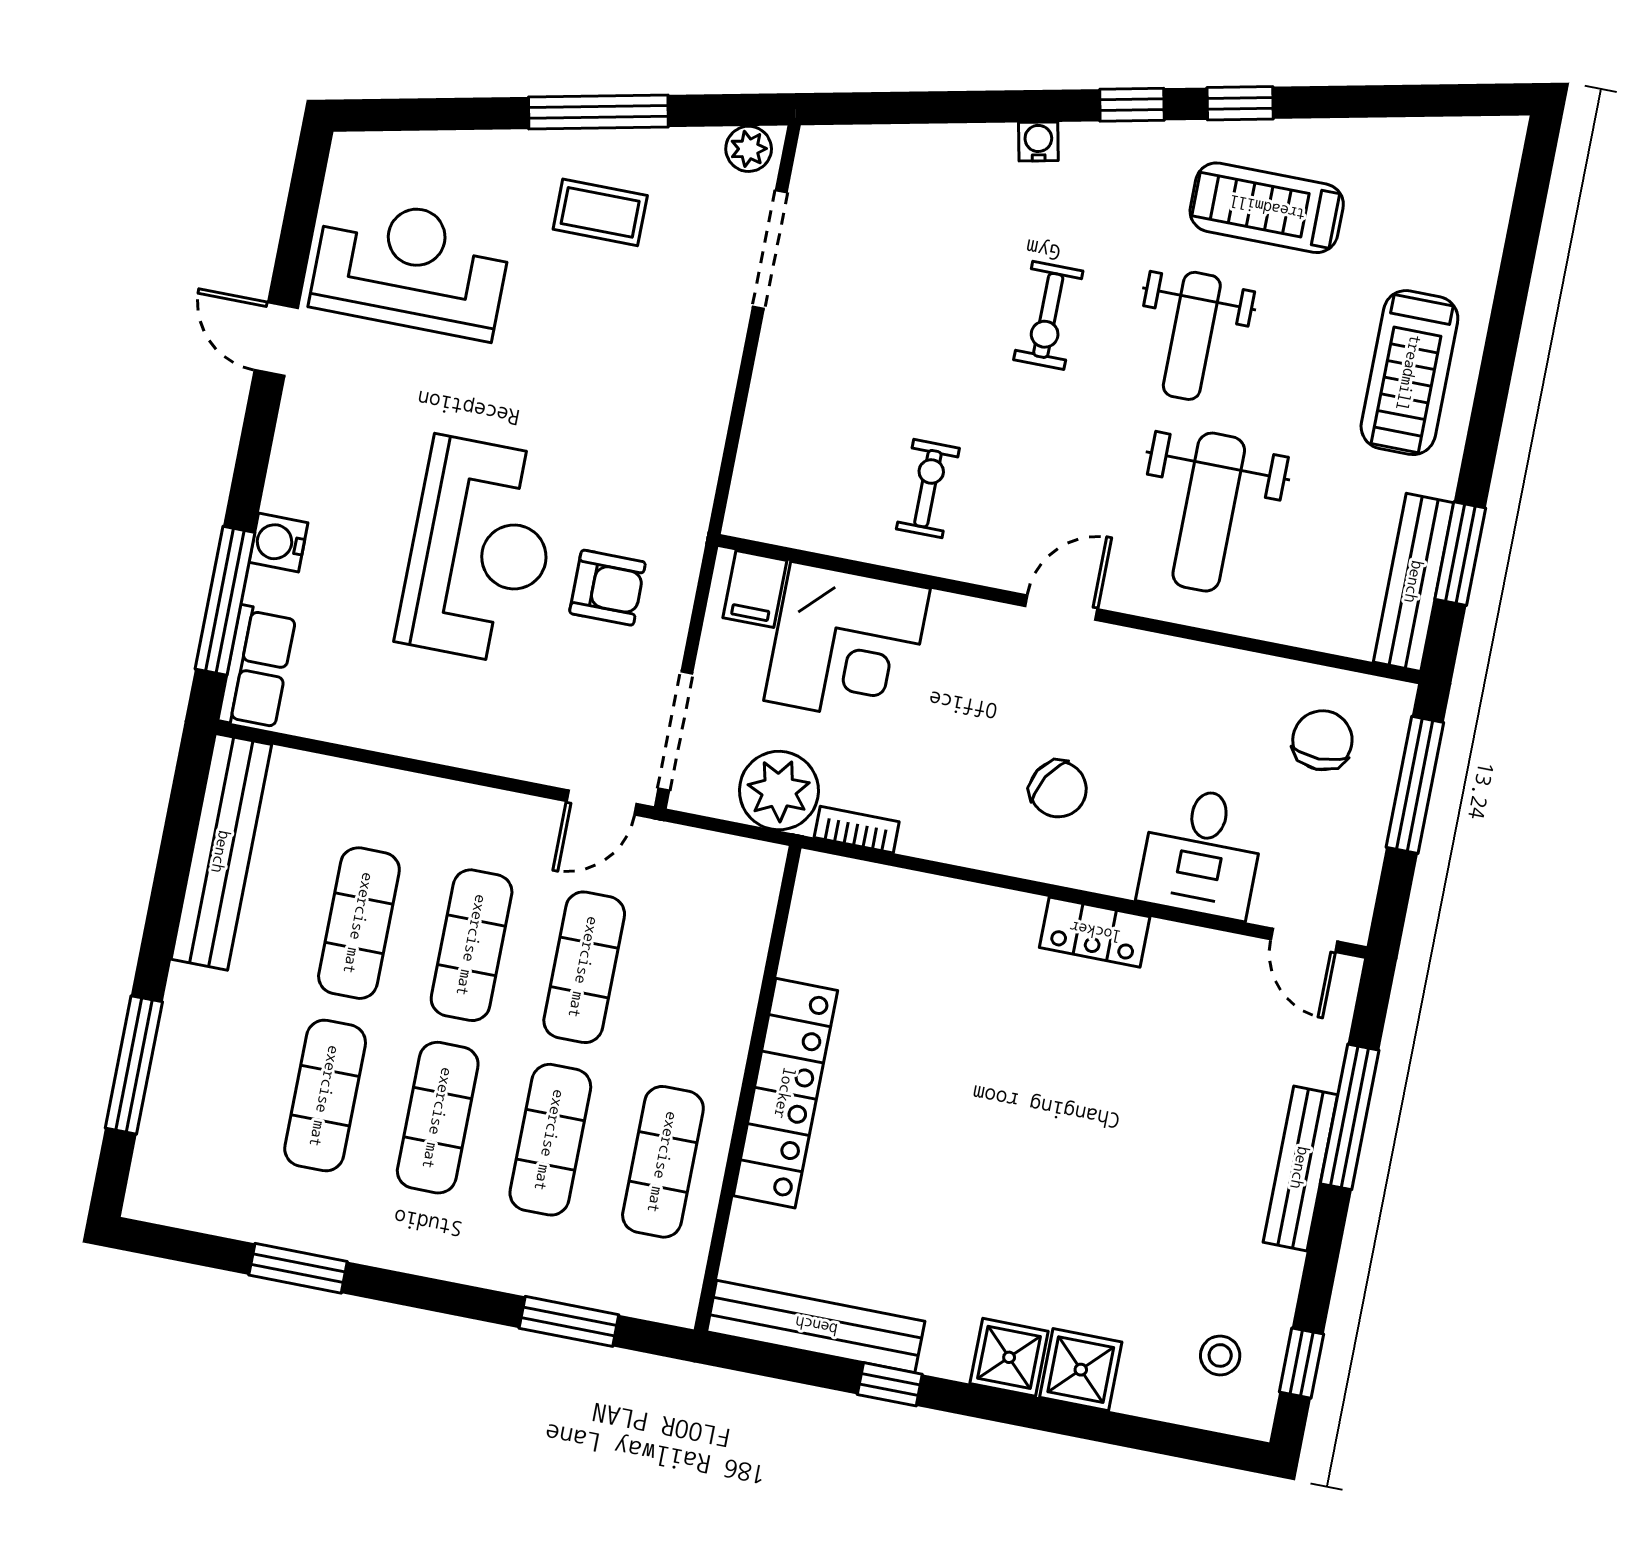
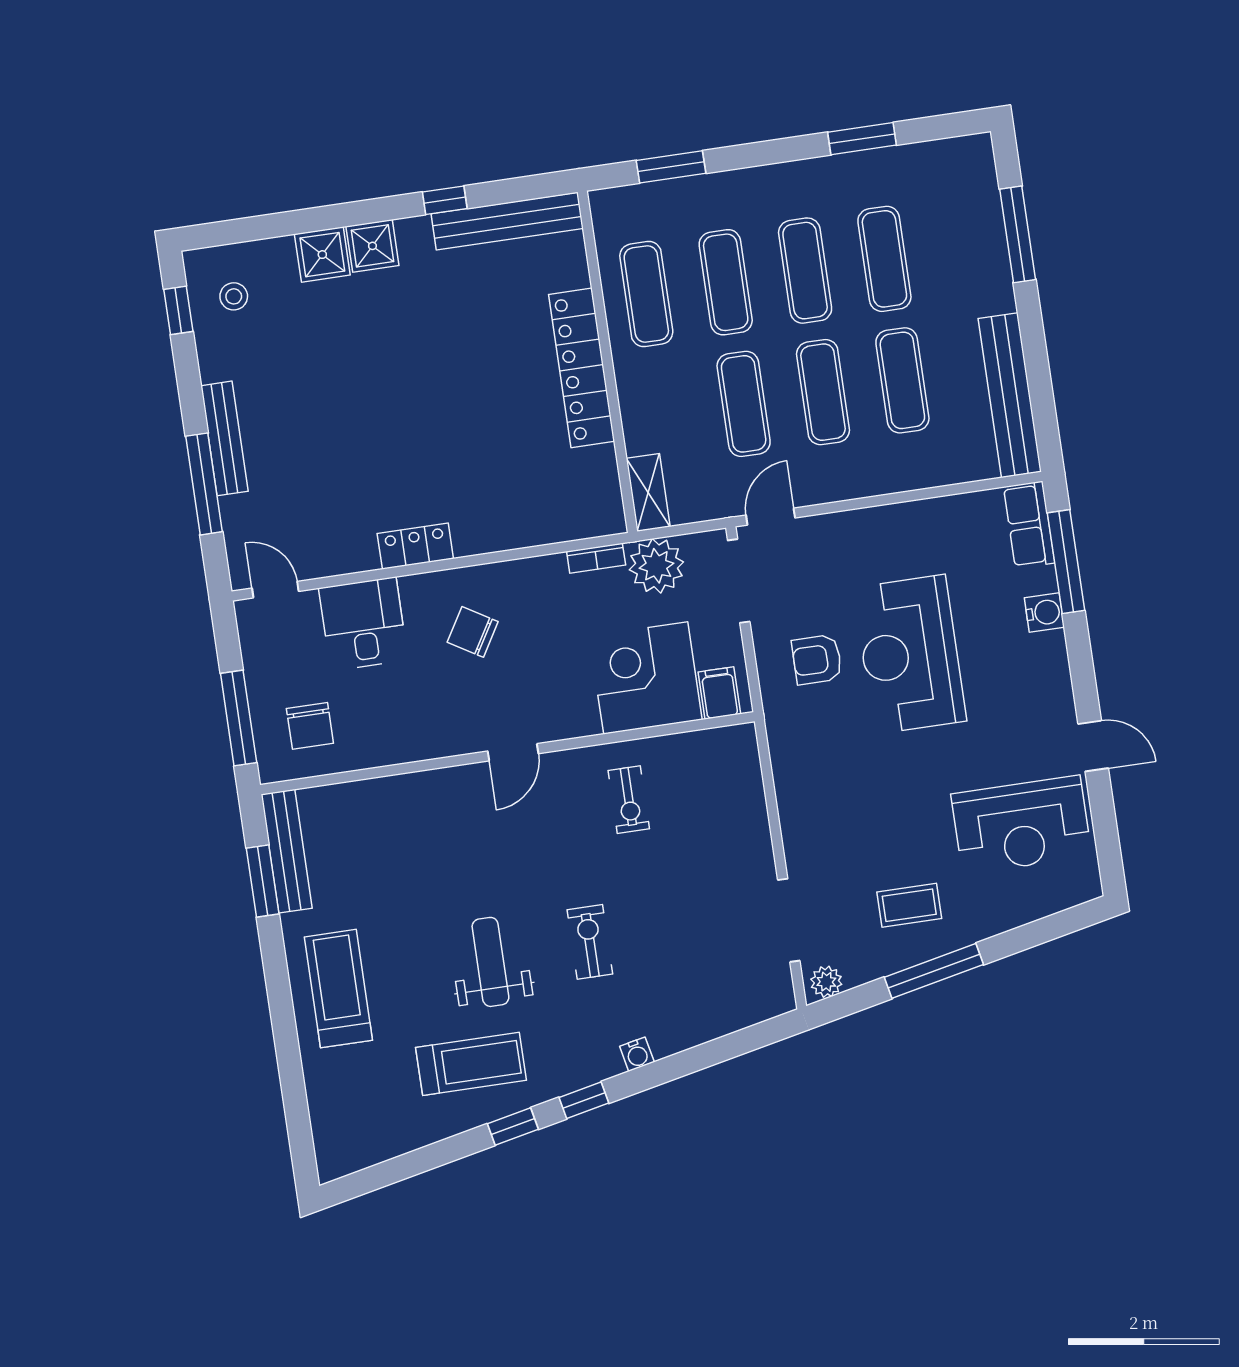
weight bench: (1209, 512) -> (438, 850), removed
shelving: (755, 893) -> (648, 492), added

